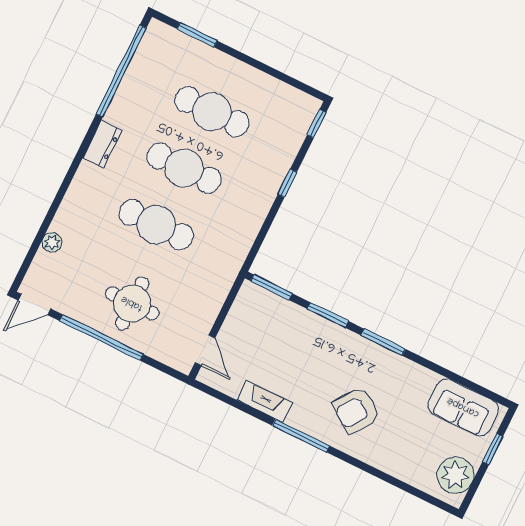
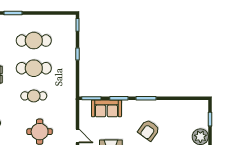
cafe table: (156, 225) -> (34, 96), width x0.73, depth x0.74
sofa: (463, 407) -> (106, 108), moved

